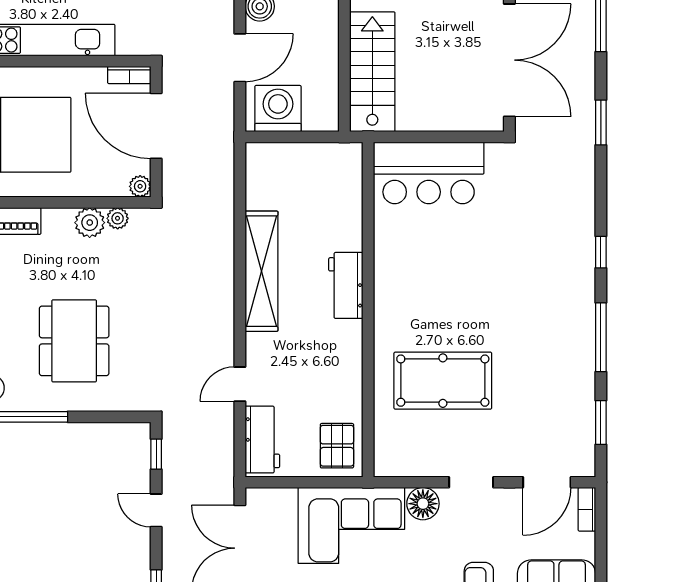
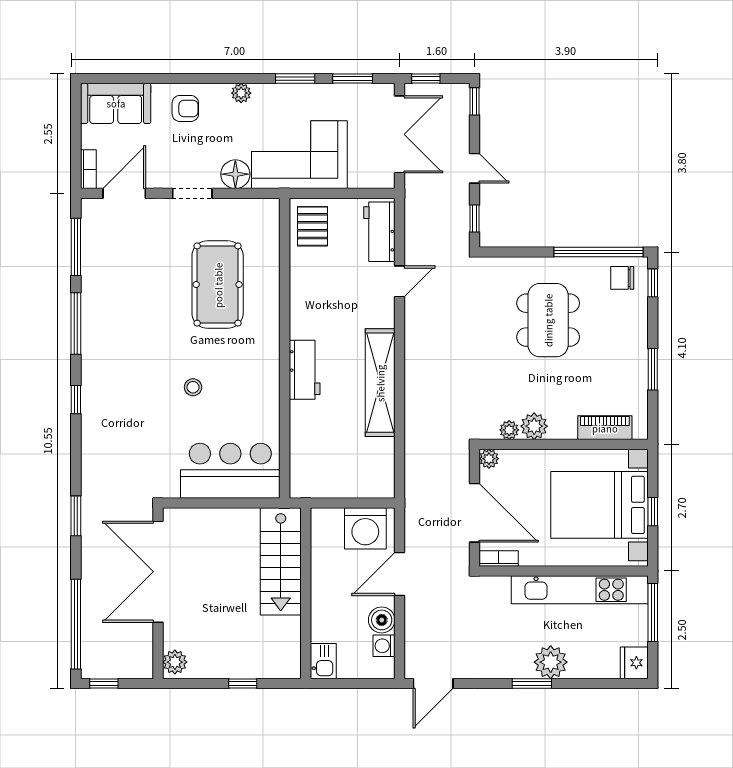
stool: (470, 266) -> (193, 387), added
pool table: (443, 381) -> (218, 285), turned 90
window: (601, 423) -> (76, 247), width x1.44

